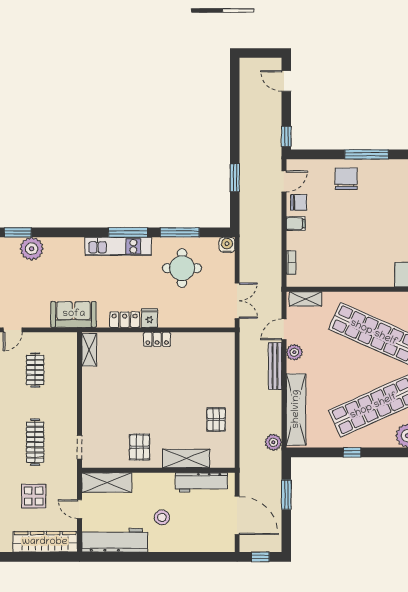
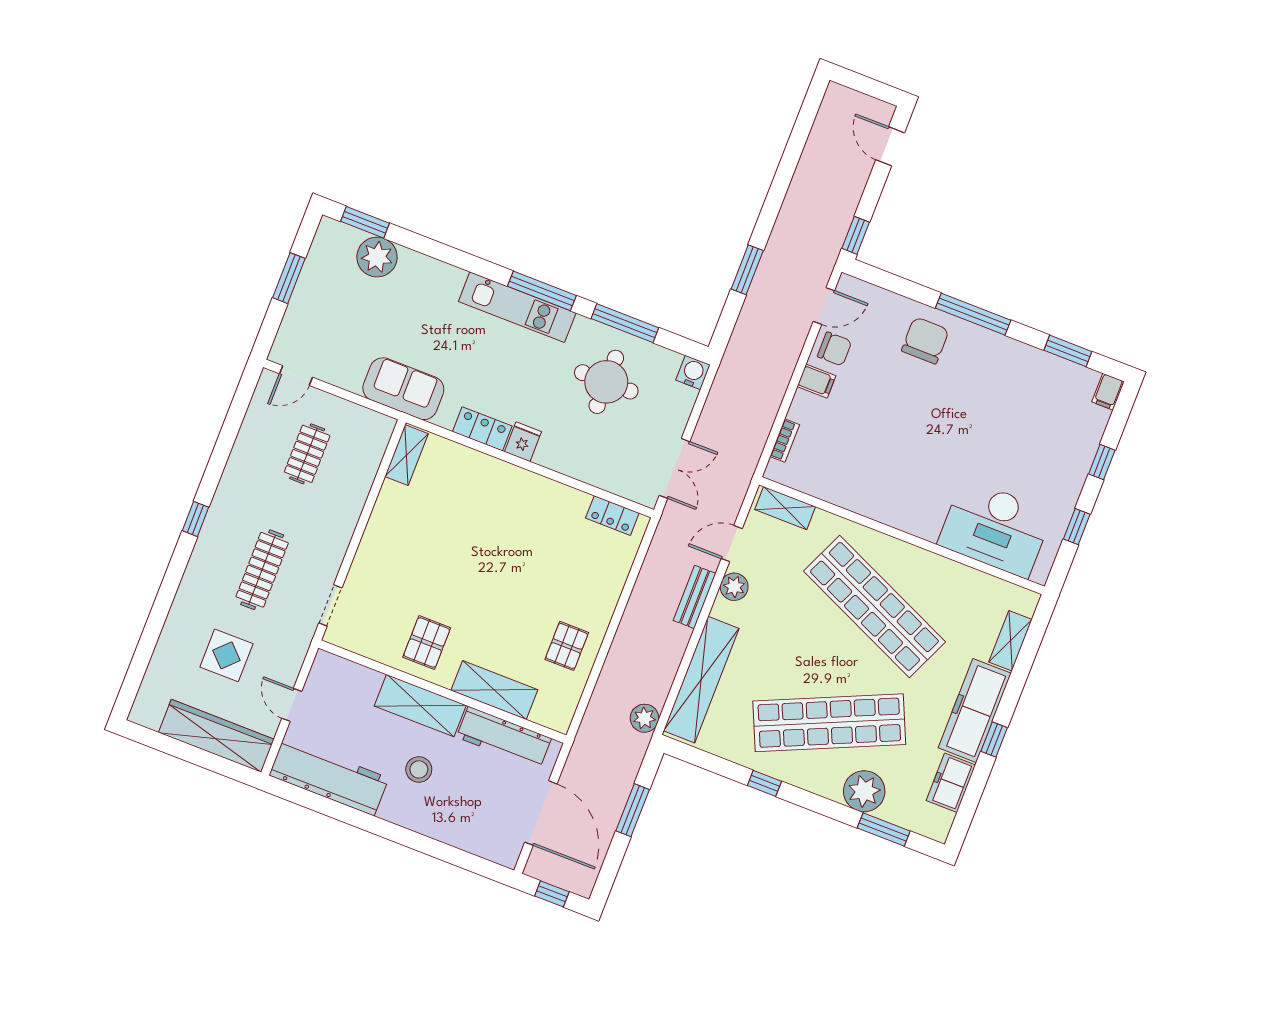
locker: (157, 339) -> (612, 516), moved
bench: (275, 366) -> (695, 597), width x0.73
shelving: (107, 483) -> (420, 706), moved

